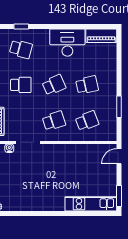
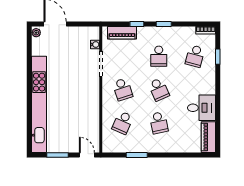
desk: (67, 43) -> (201, 108), width x0.73
school desk: (87, 121) -> (123, 123), turned 45
window: (119, 196) -> (57, 155), moved
kitchen unit: (91, 204) -> (39, 104), width x1.86

